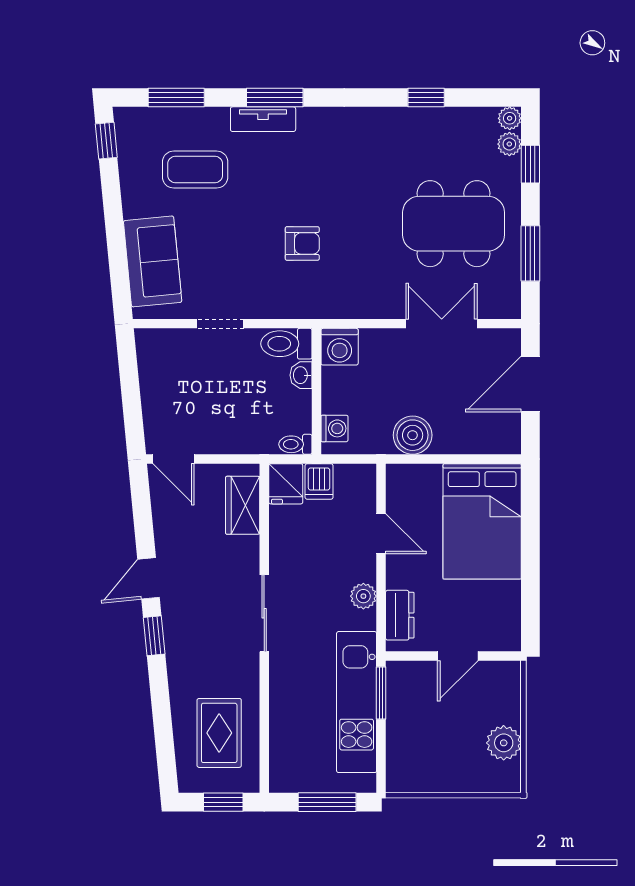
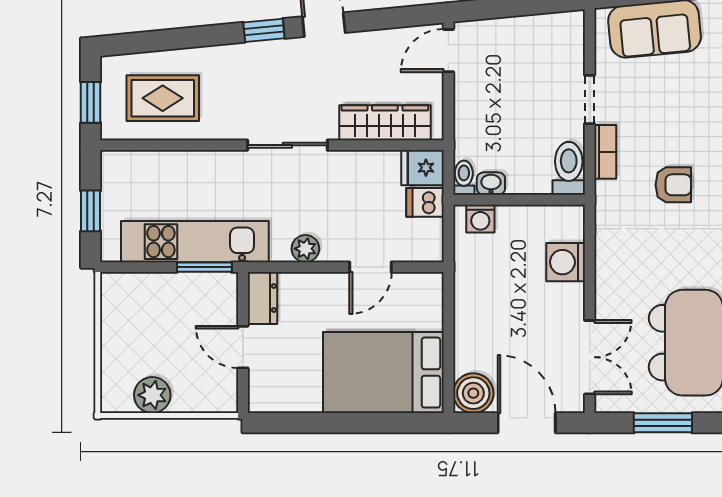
armchair: (302, 243) -> (673, 185), turned -90
bookcase: (271, 309) -> (605, 152), added
double door: (442, 324) -> (590, 357), moved
washing machine: (340, 347) -> (566, 262), moved
washbasin: (301, 375) -> (491, 184), moved
boiler: (413, 435) -> (473, 393), moved
wardrobe: (243, 505) -> (385, 123), width x1.50
dresser: (400, 615) -> (262, 298), moved, turned -90
window: (327, 802) -> (91, 211), width x0.67

